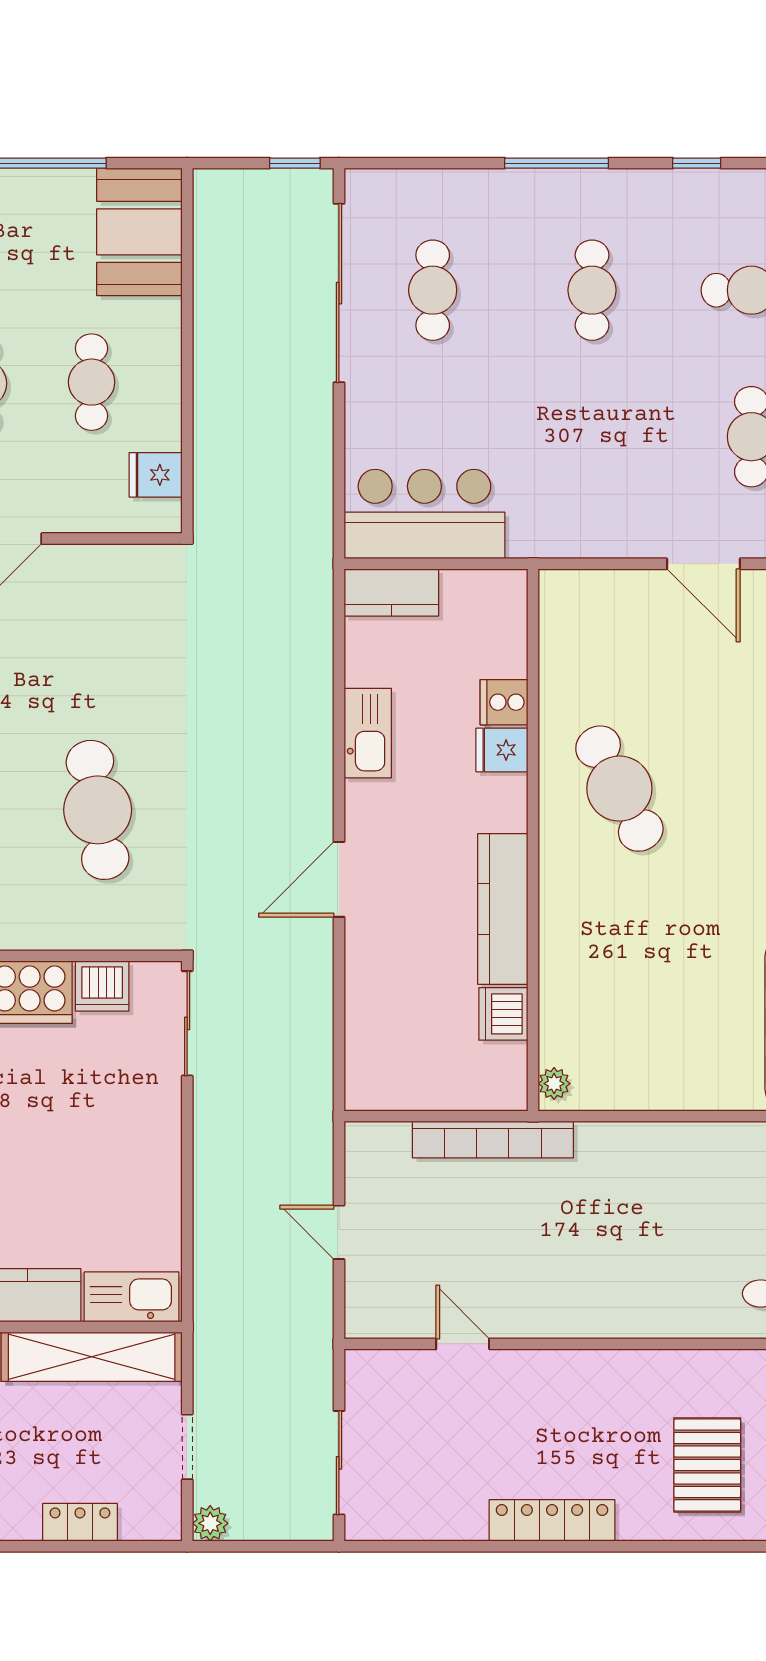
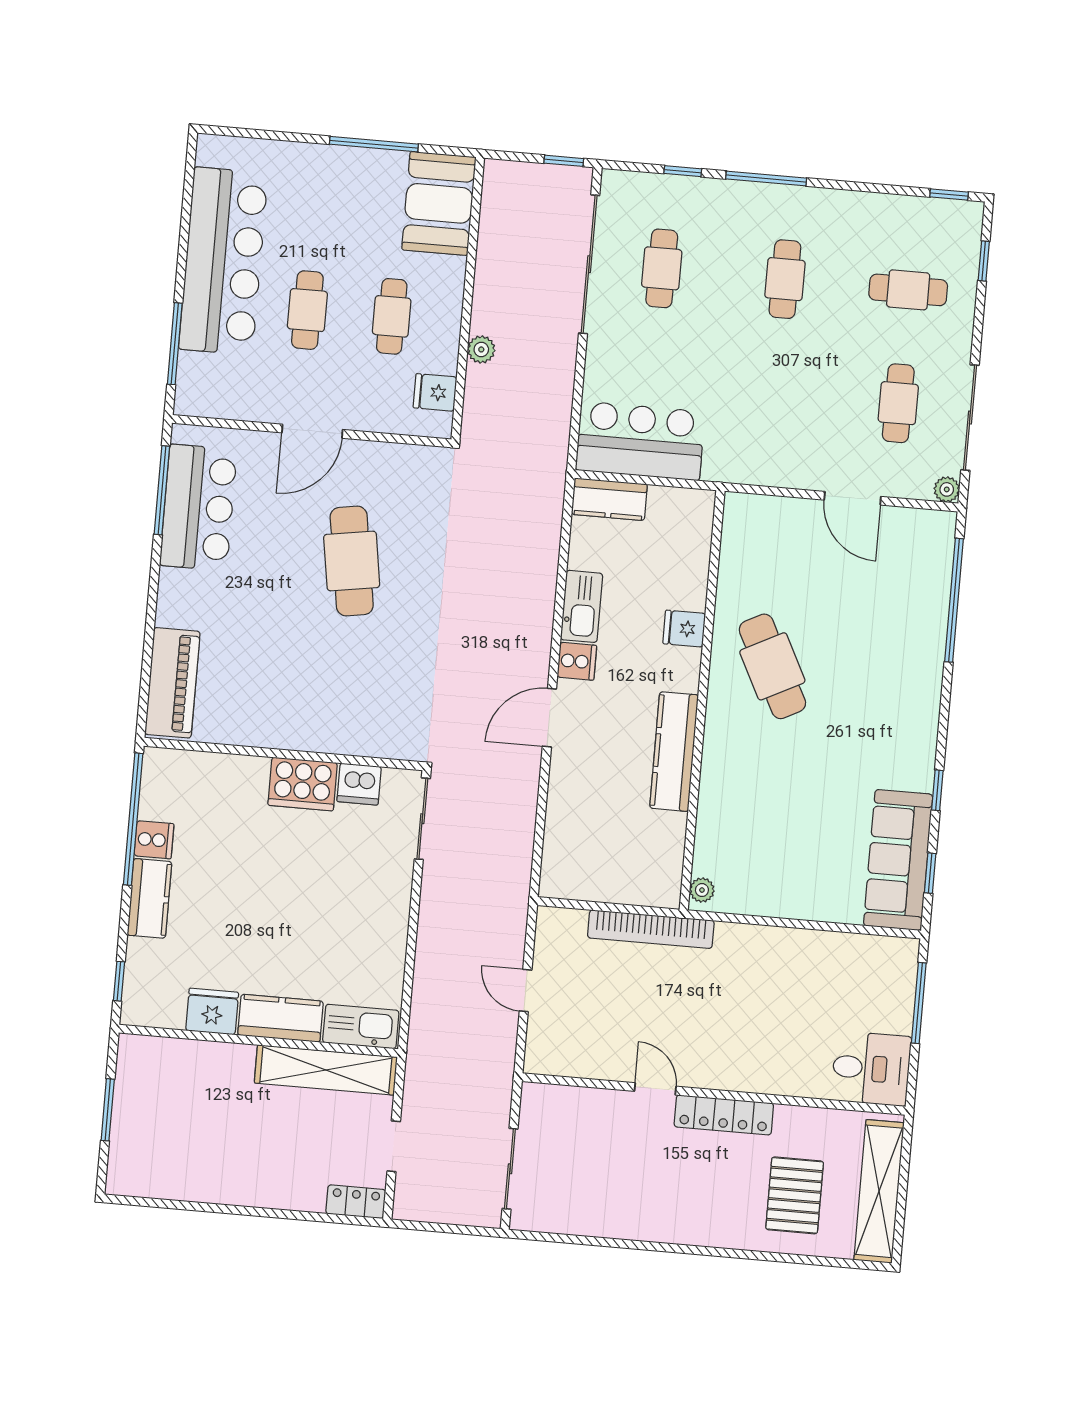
window: (697, 163) -> (683, 171), moved
cooker: (504, 702) -> (577, 661), moved, turned 180
cafe table: (98, 810) -> (352, 561), moved
dishwasher: (503, 1014) -> (667, 833), removed
door: (463, 1344) -> (655, 1089), moved
locker: (552, 1520) -> (724, 1115), moved, turned 180
locker: (80, 1522) -> (356, 1202), moved
plant: (210, 1523) -> (481, 349), moved

